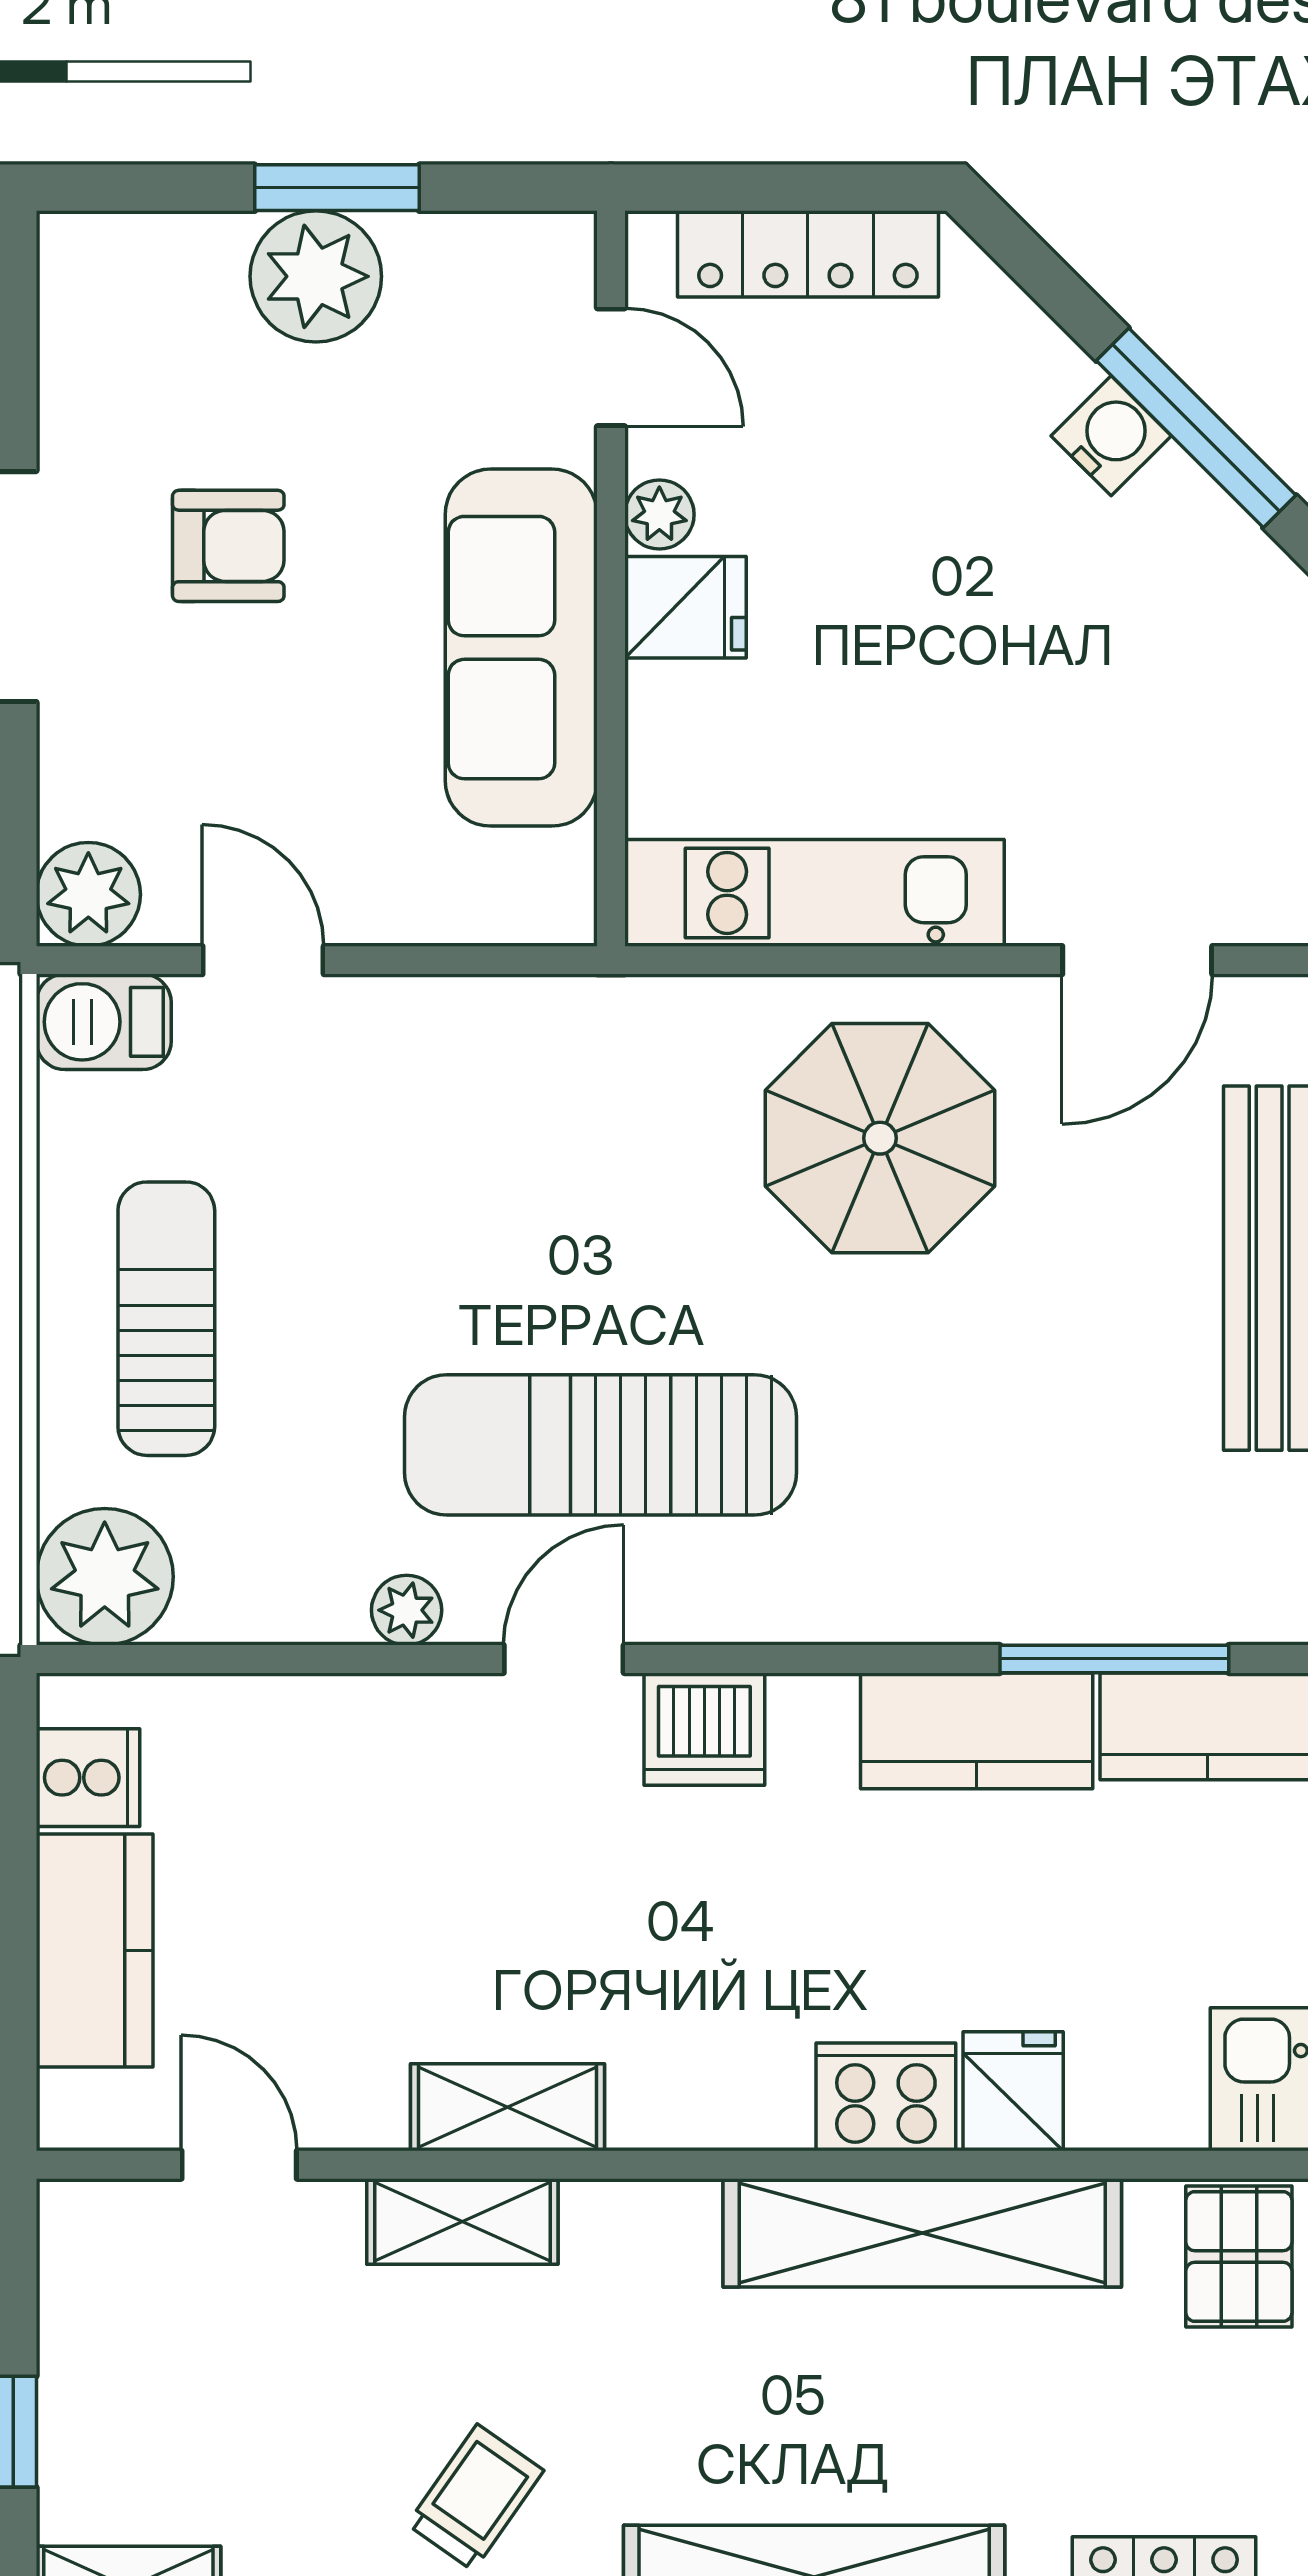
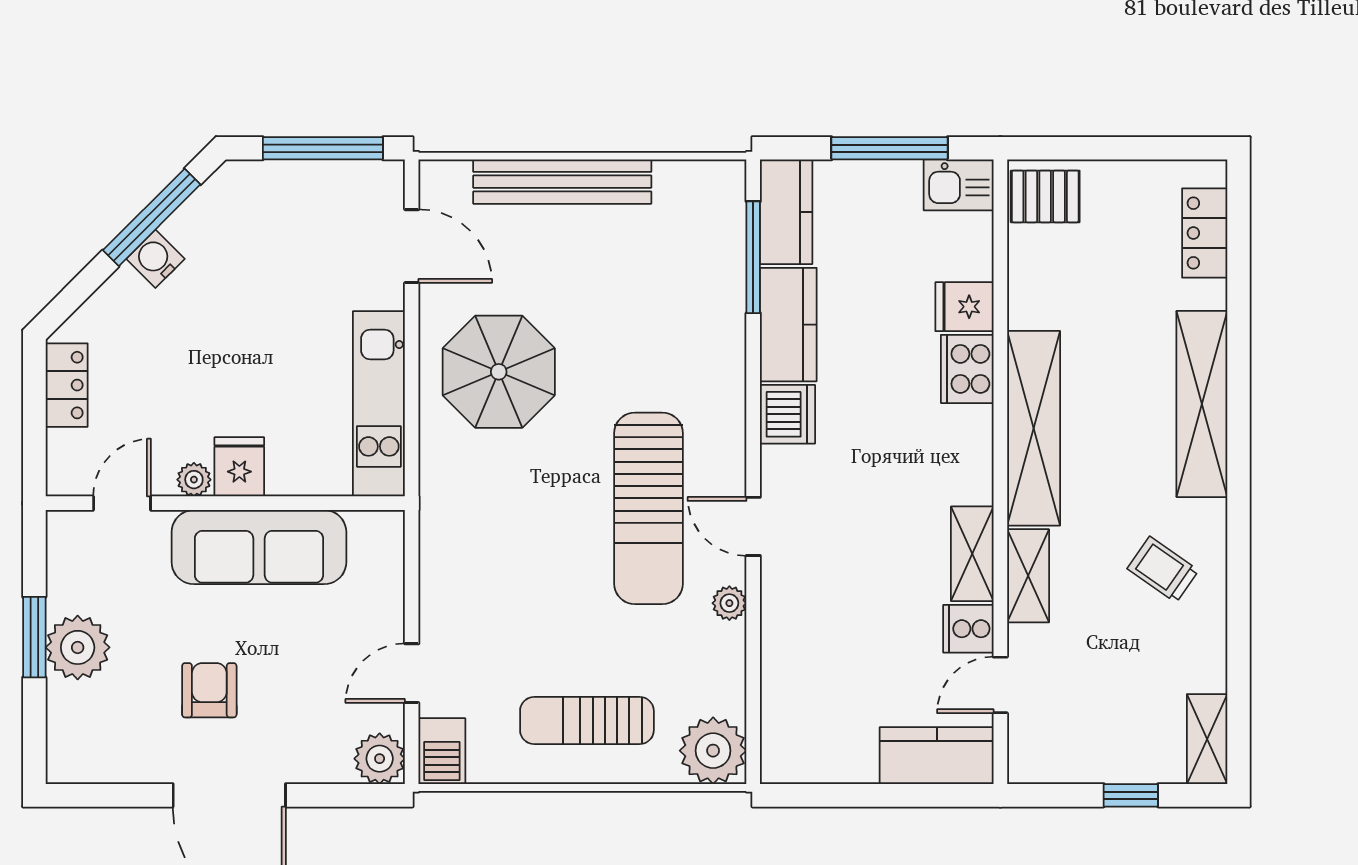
locker: (808, 254) -> (67, 385), width x0.66
dishwasher: (704, 1729) -> (787, 414), moved
cooker: (88, 1778) -> (968, 629), moved, turned -90
kitchen counter: (95, 1951) -> (937, 756), moved
shelving: (922, 2233) -> (1034, 428), moved

